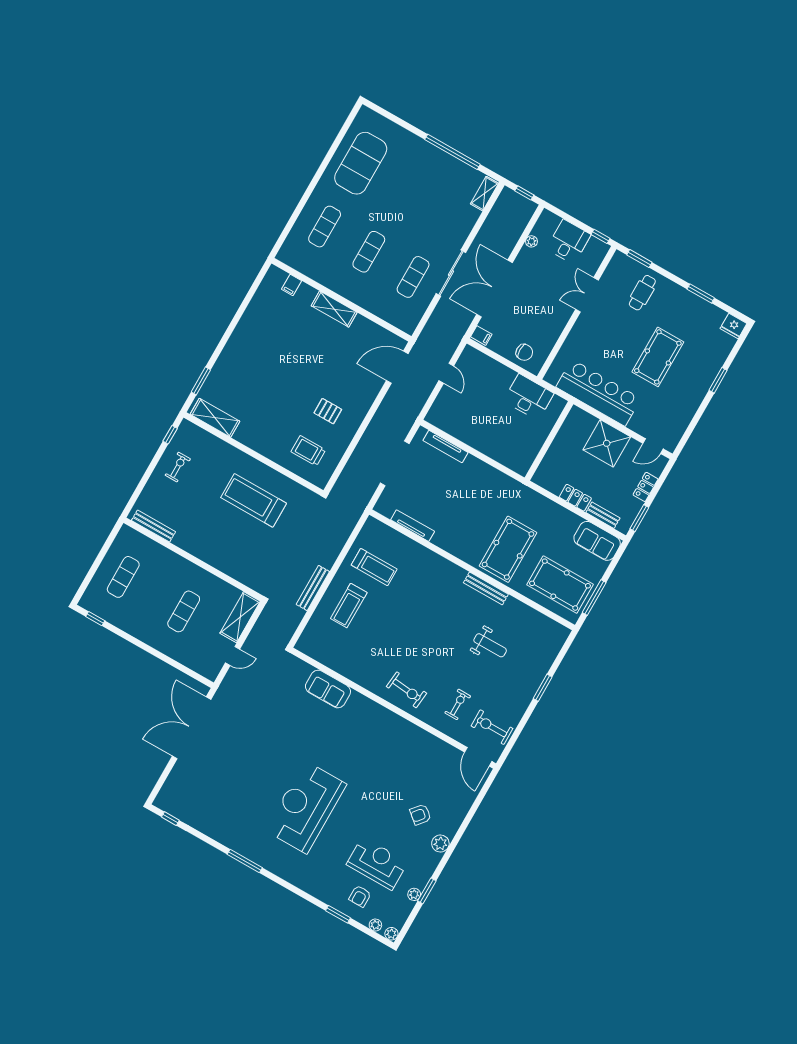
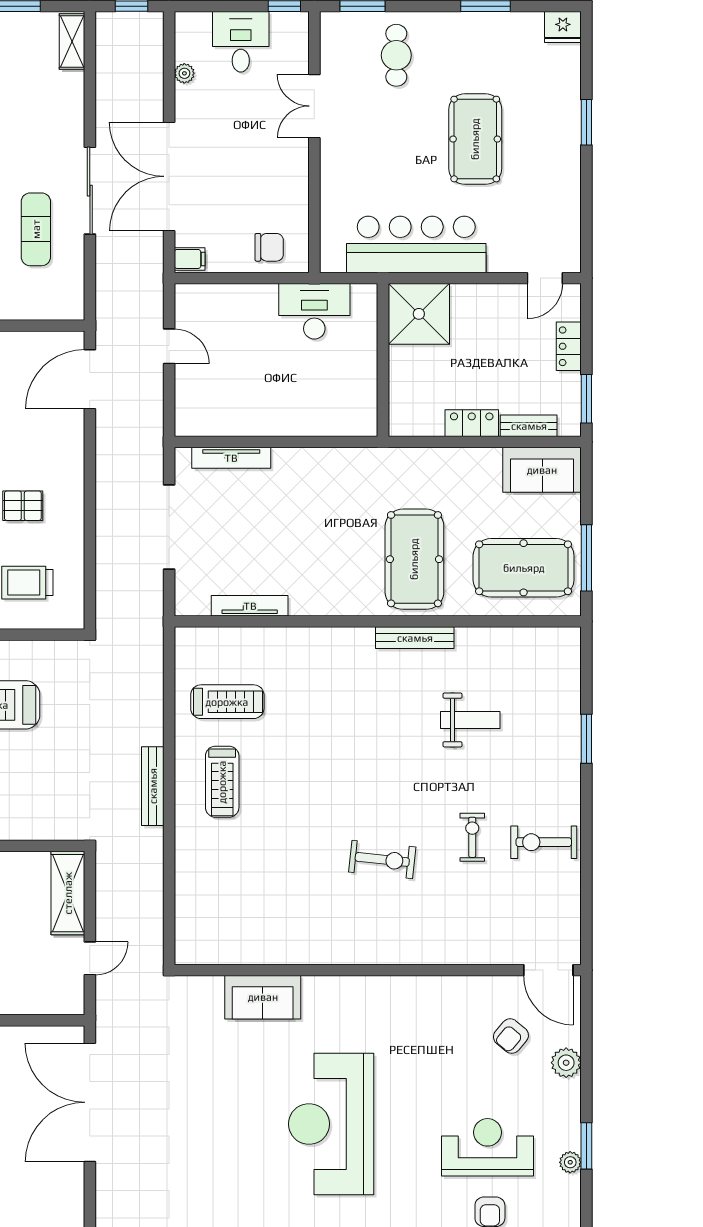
shower: (607, 443) -> (419, 314), moved
sofa: (328, 689) -> (263, 997), moved
wall: (393, 708) -> (378, 970), moved
door: (478, 757) -> (548, 970), moved

